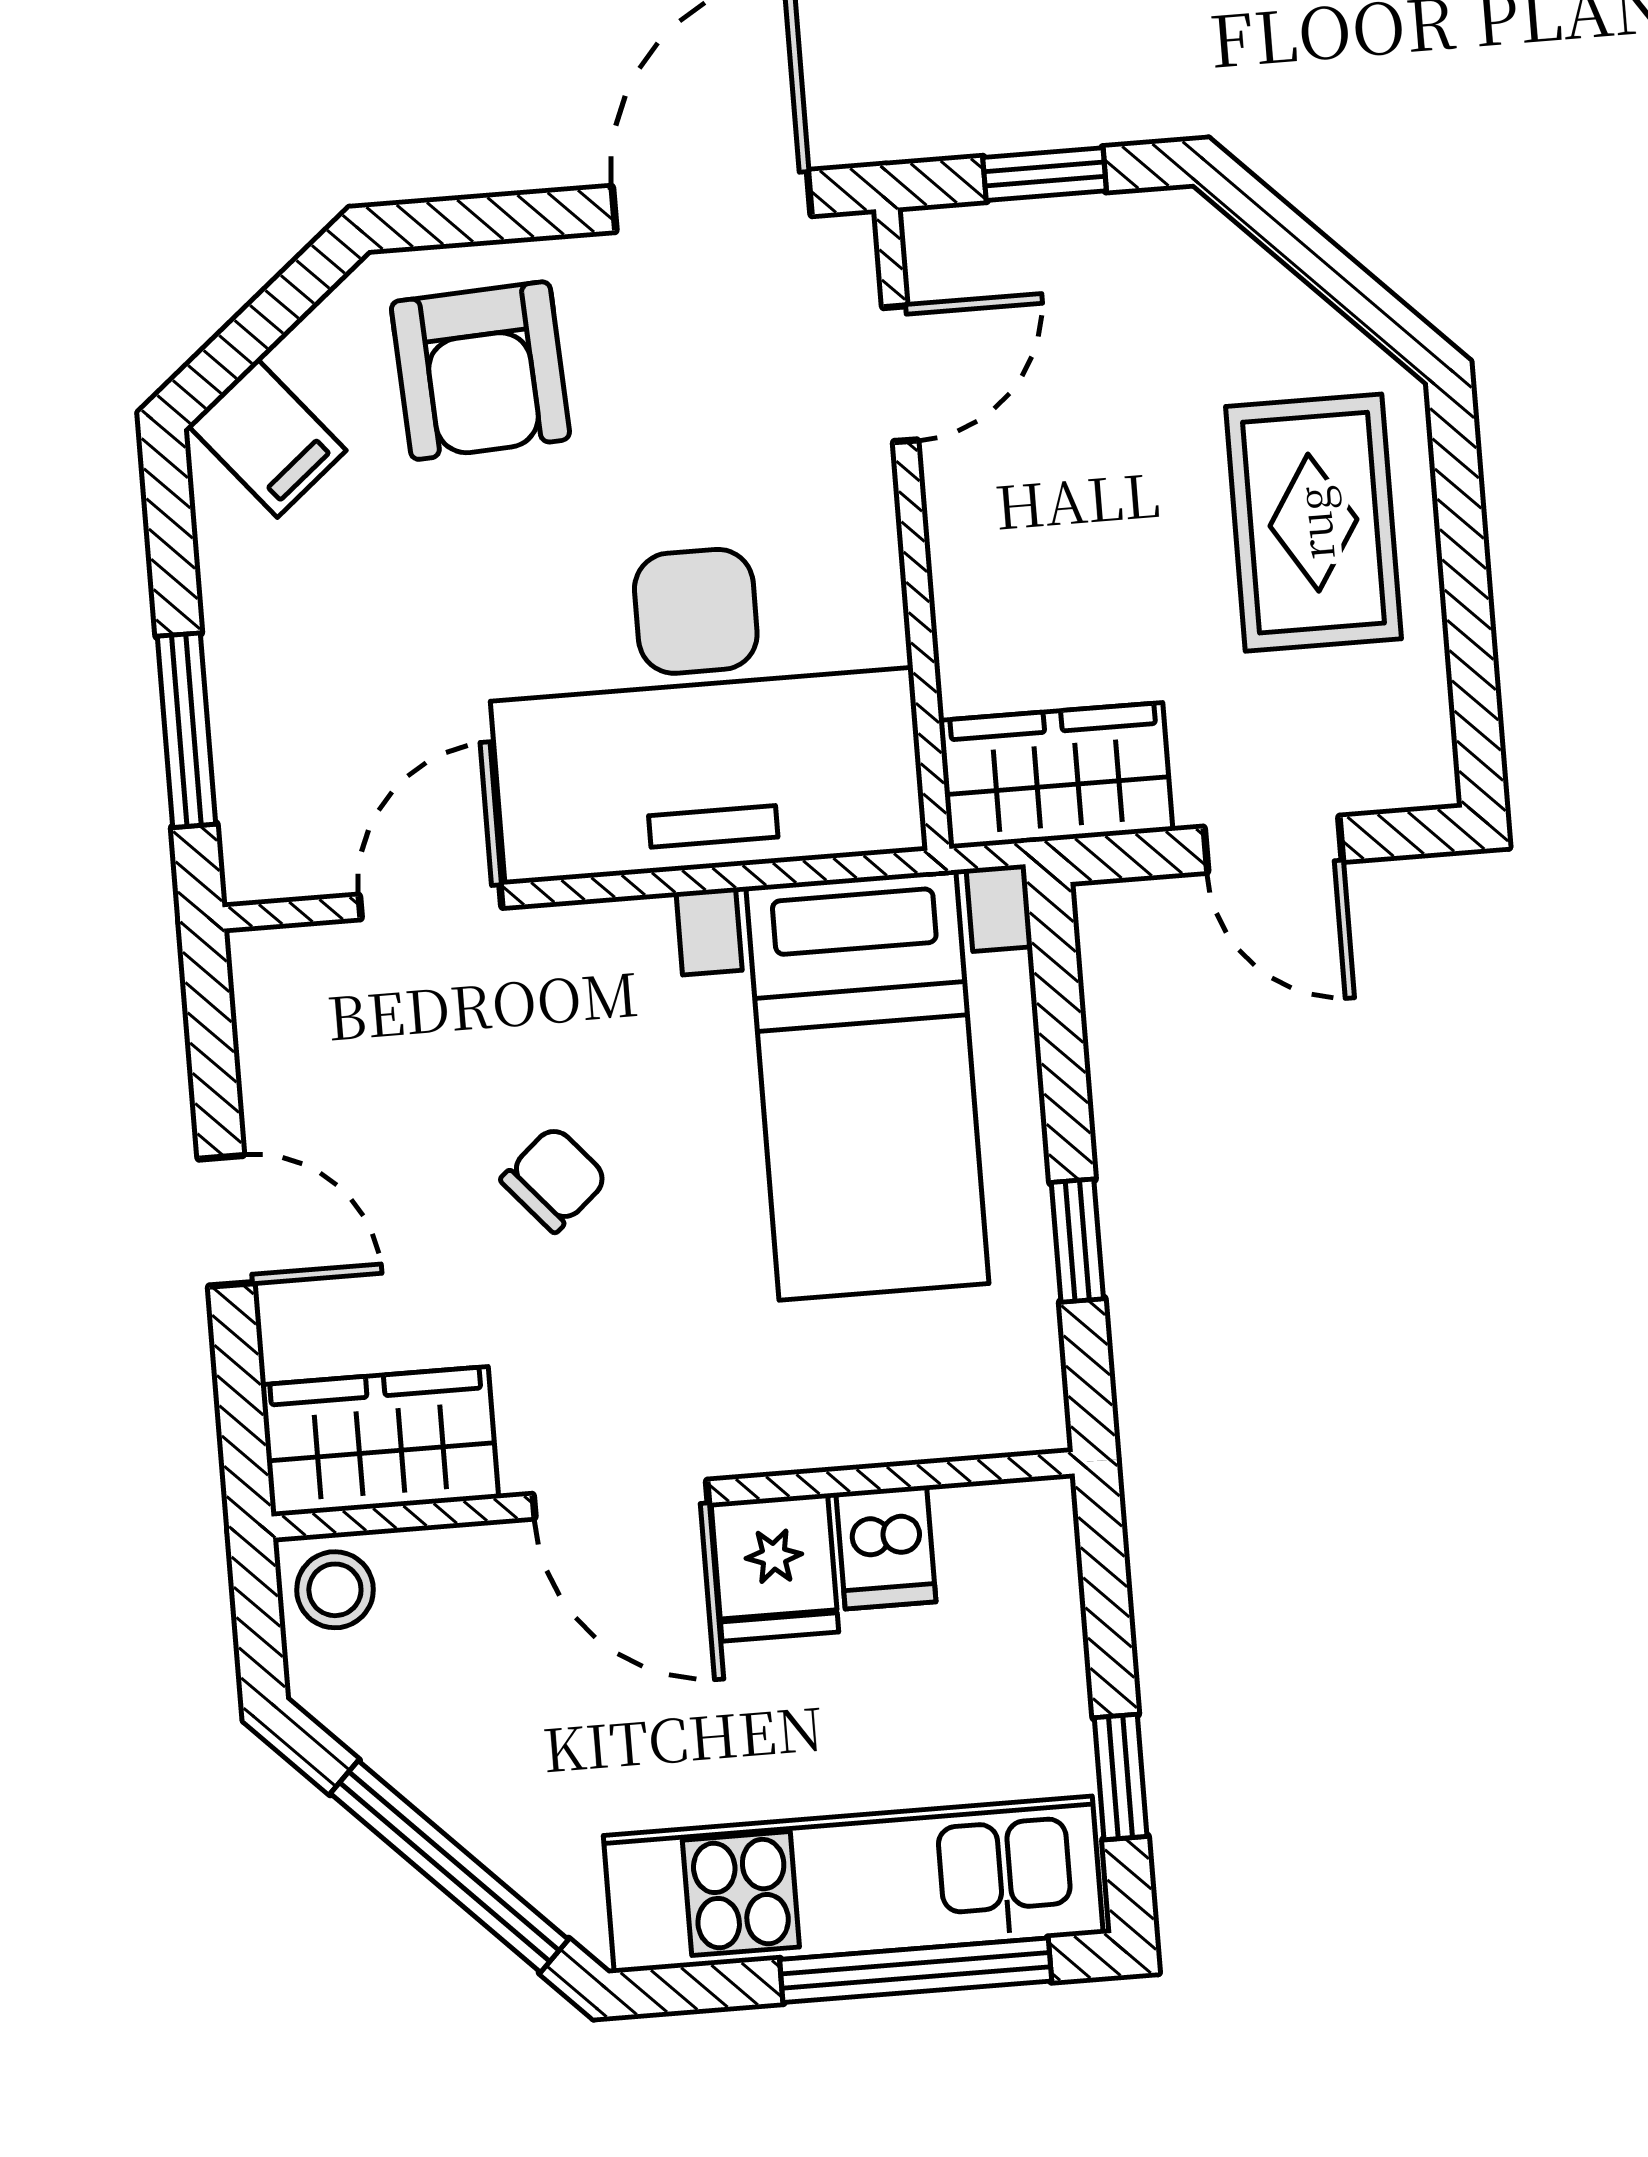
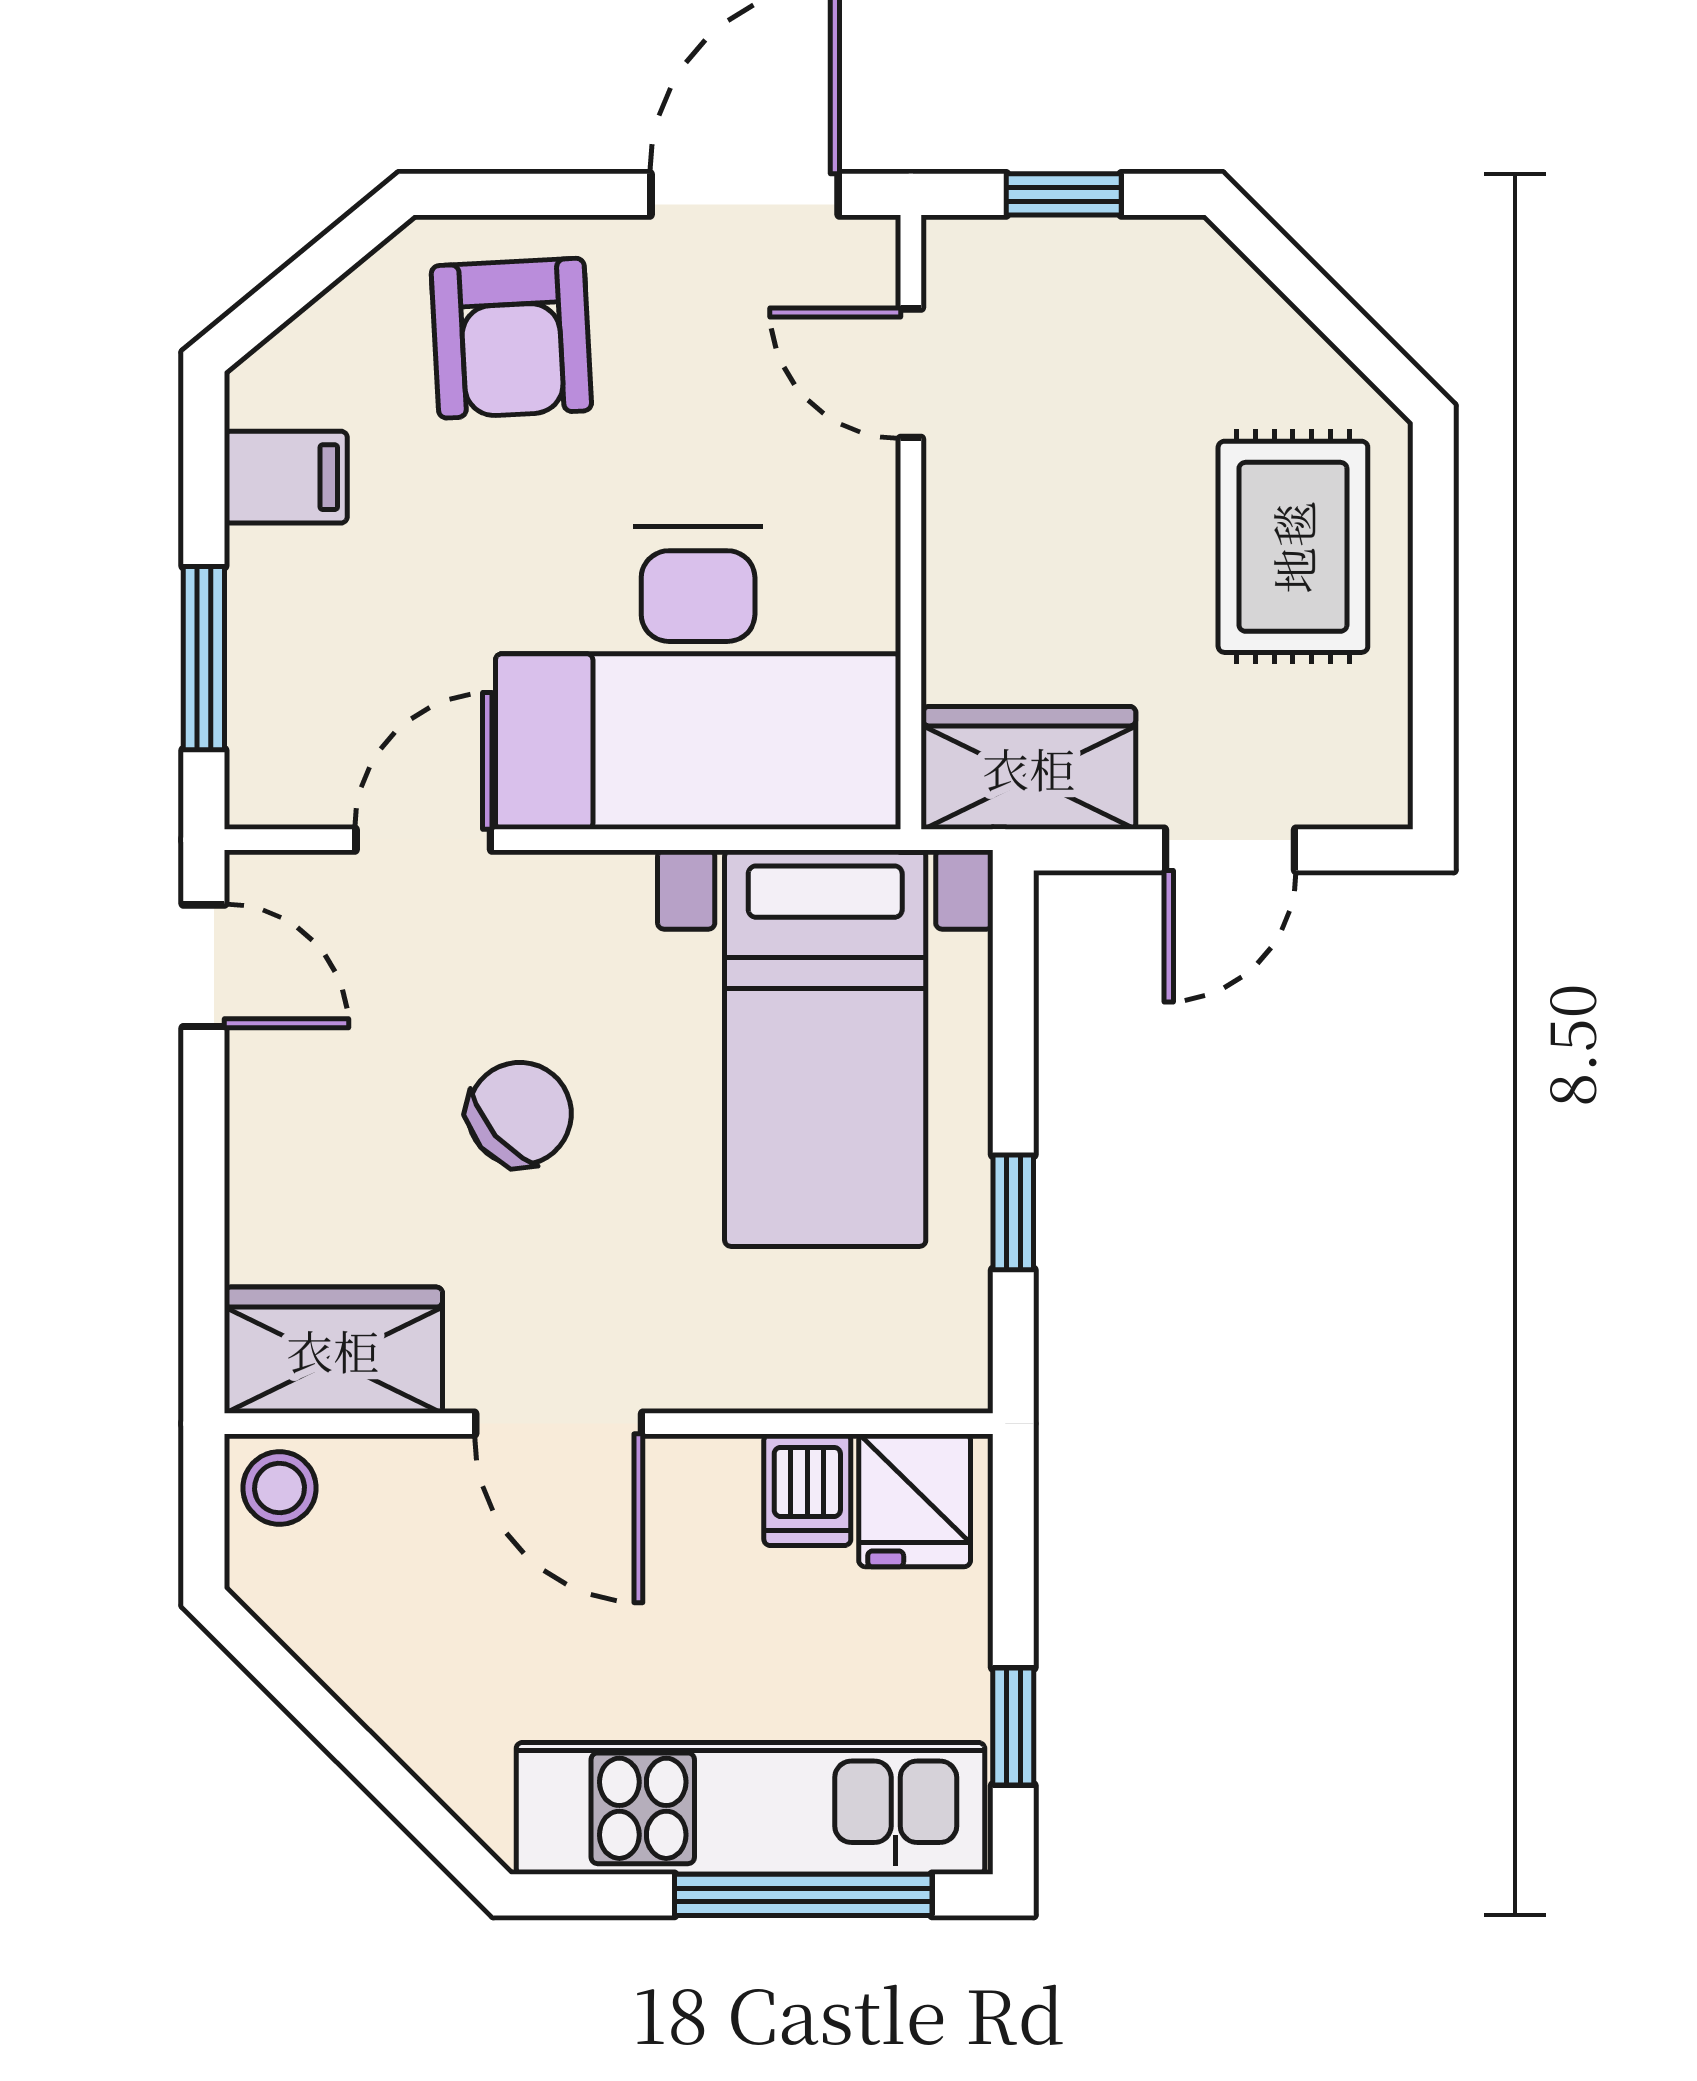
door: (900, 374) -> (911, 373), swing flipped
filing cabinet: (267, 438) -> (286, 477), moved, turned -50
door: (1273, 844) -> (1230, 850), hinge flipped
chair: (554, 1179) -> (520, 1114), width x1.37, depth x1.37
door: (226, 1221) -> (204, 966), moved
fridge: (775, 1567) -> (915, 1500), moved
window: (449, 1866) -> (367, 1760), removed

